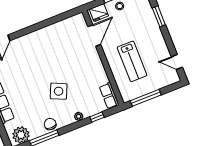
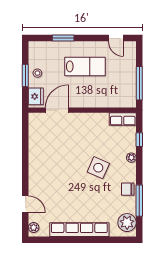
door: (94, 36) -> (57, 110), hinge flipped
lab bench: (132, 61) -> (85, 66), moved
door: (177, 62) -> (116, 38), hinge flipped

